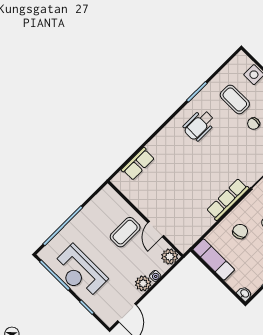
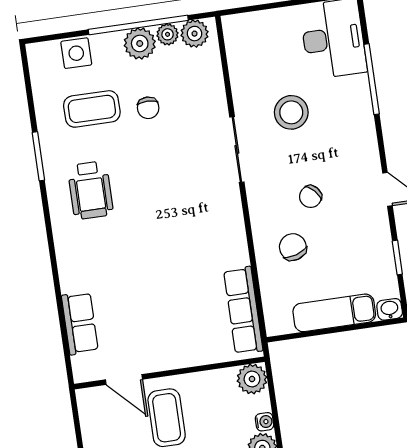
row of seats: (228, 199) -> (243, 310), moved
door: (156, 229) -> (124, 379), moved
exam couch: (214, 259) -> (334, 313), moved

